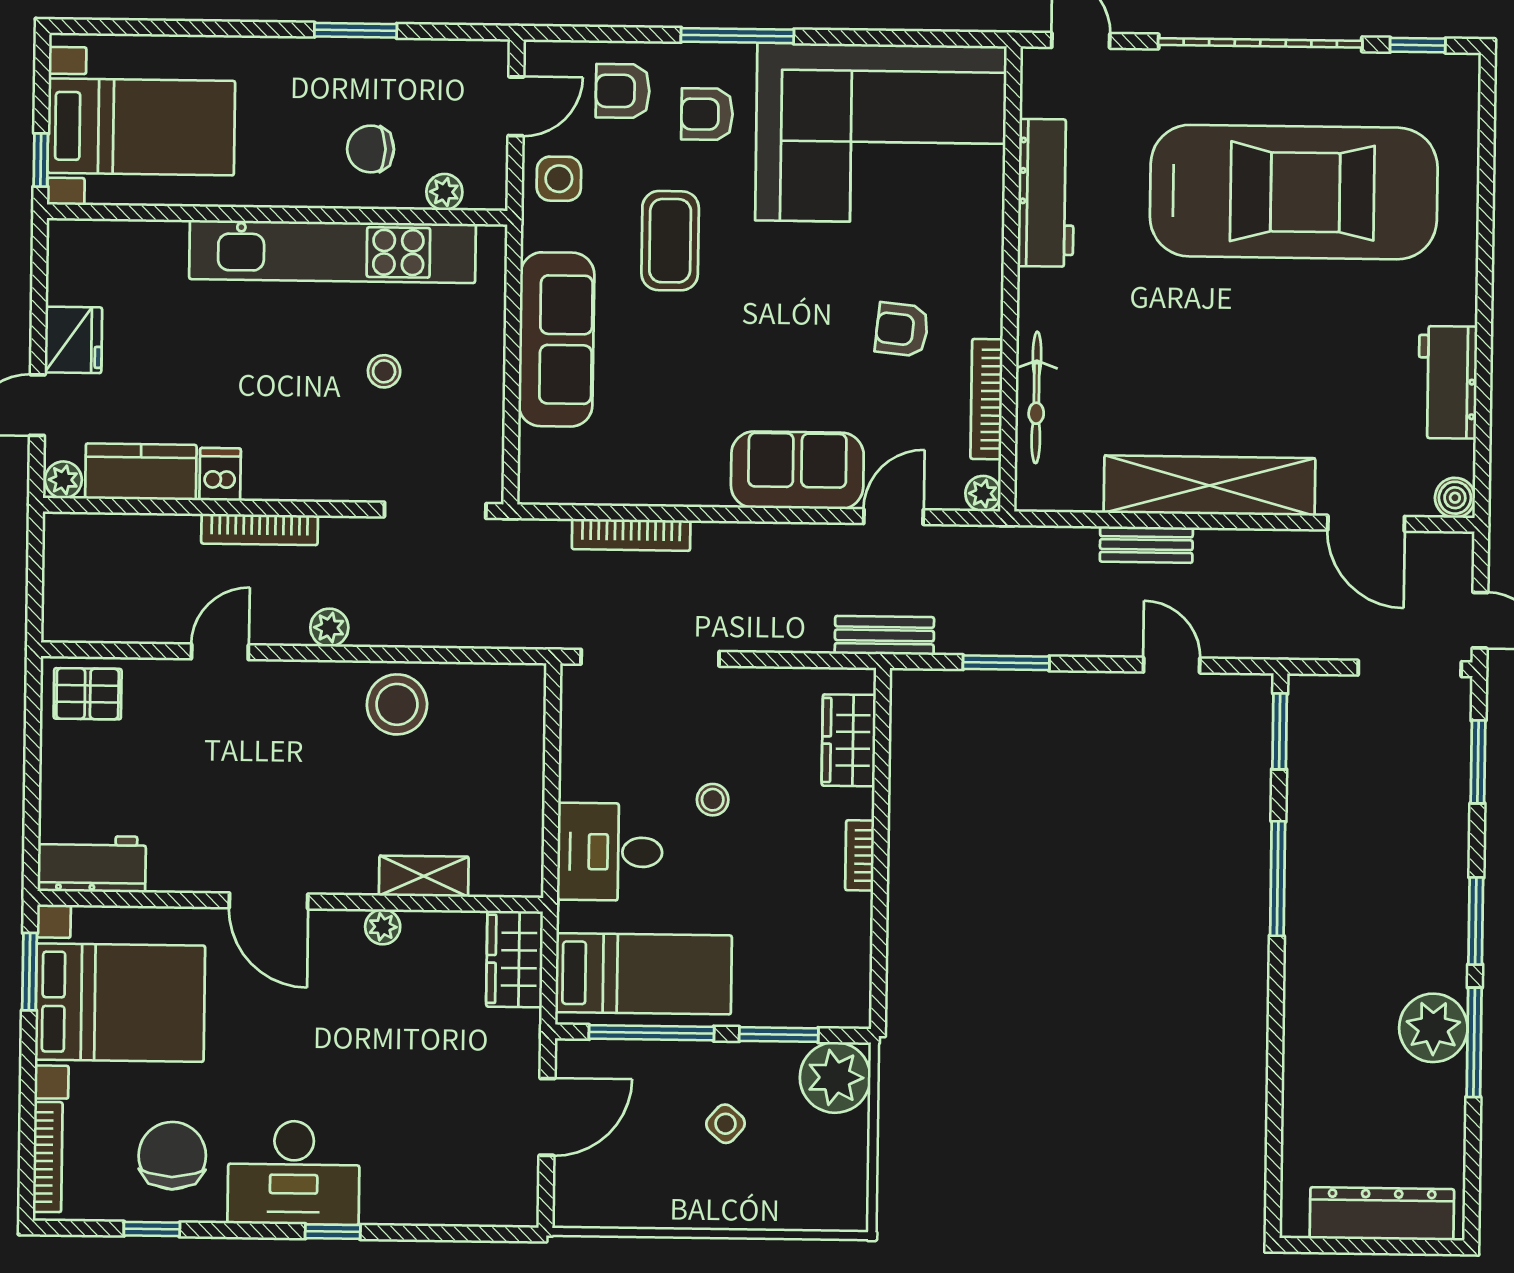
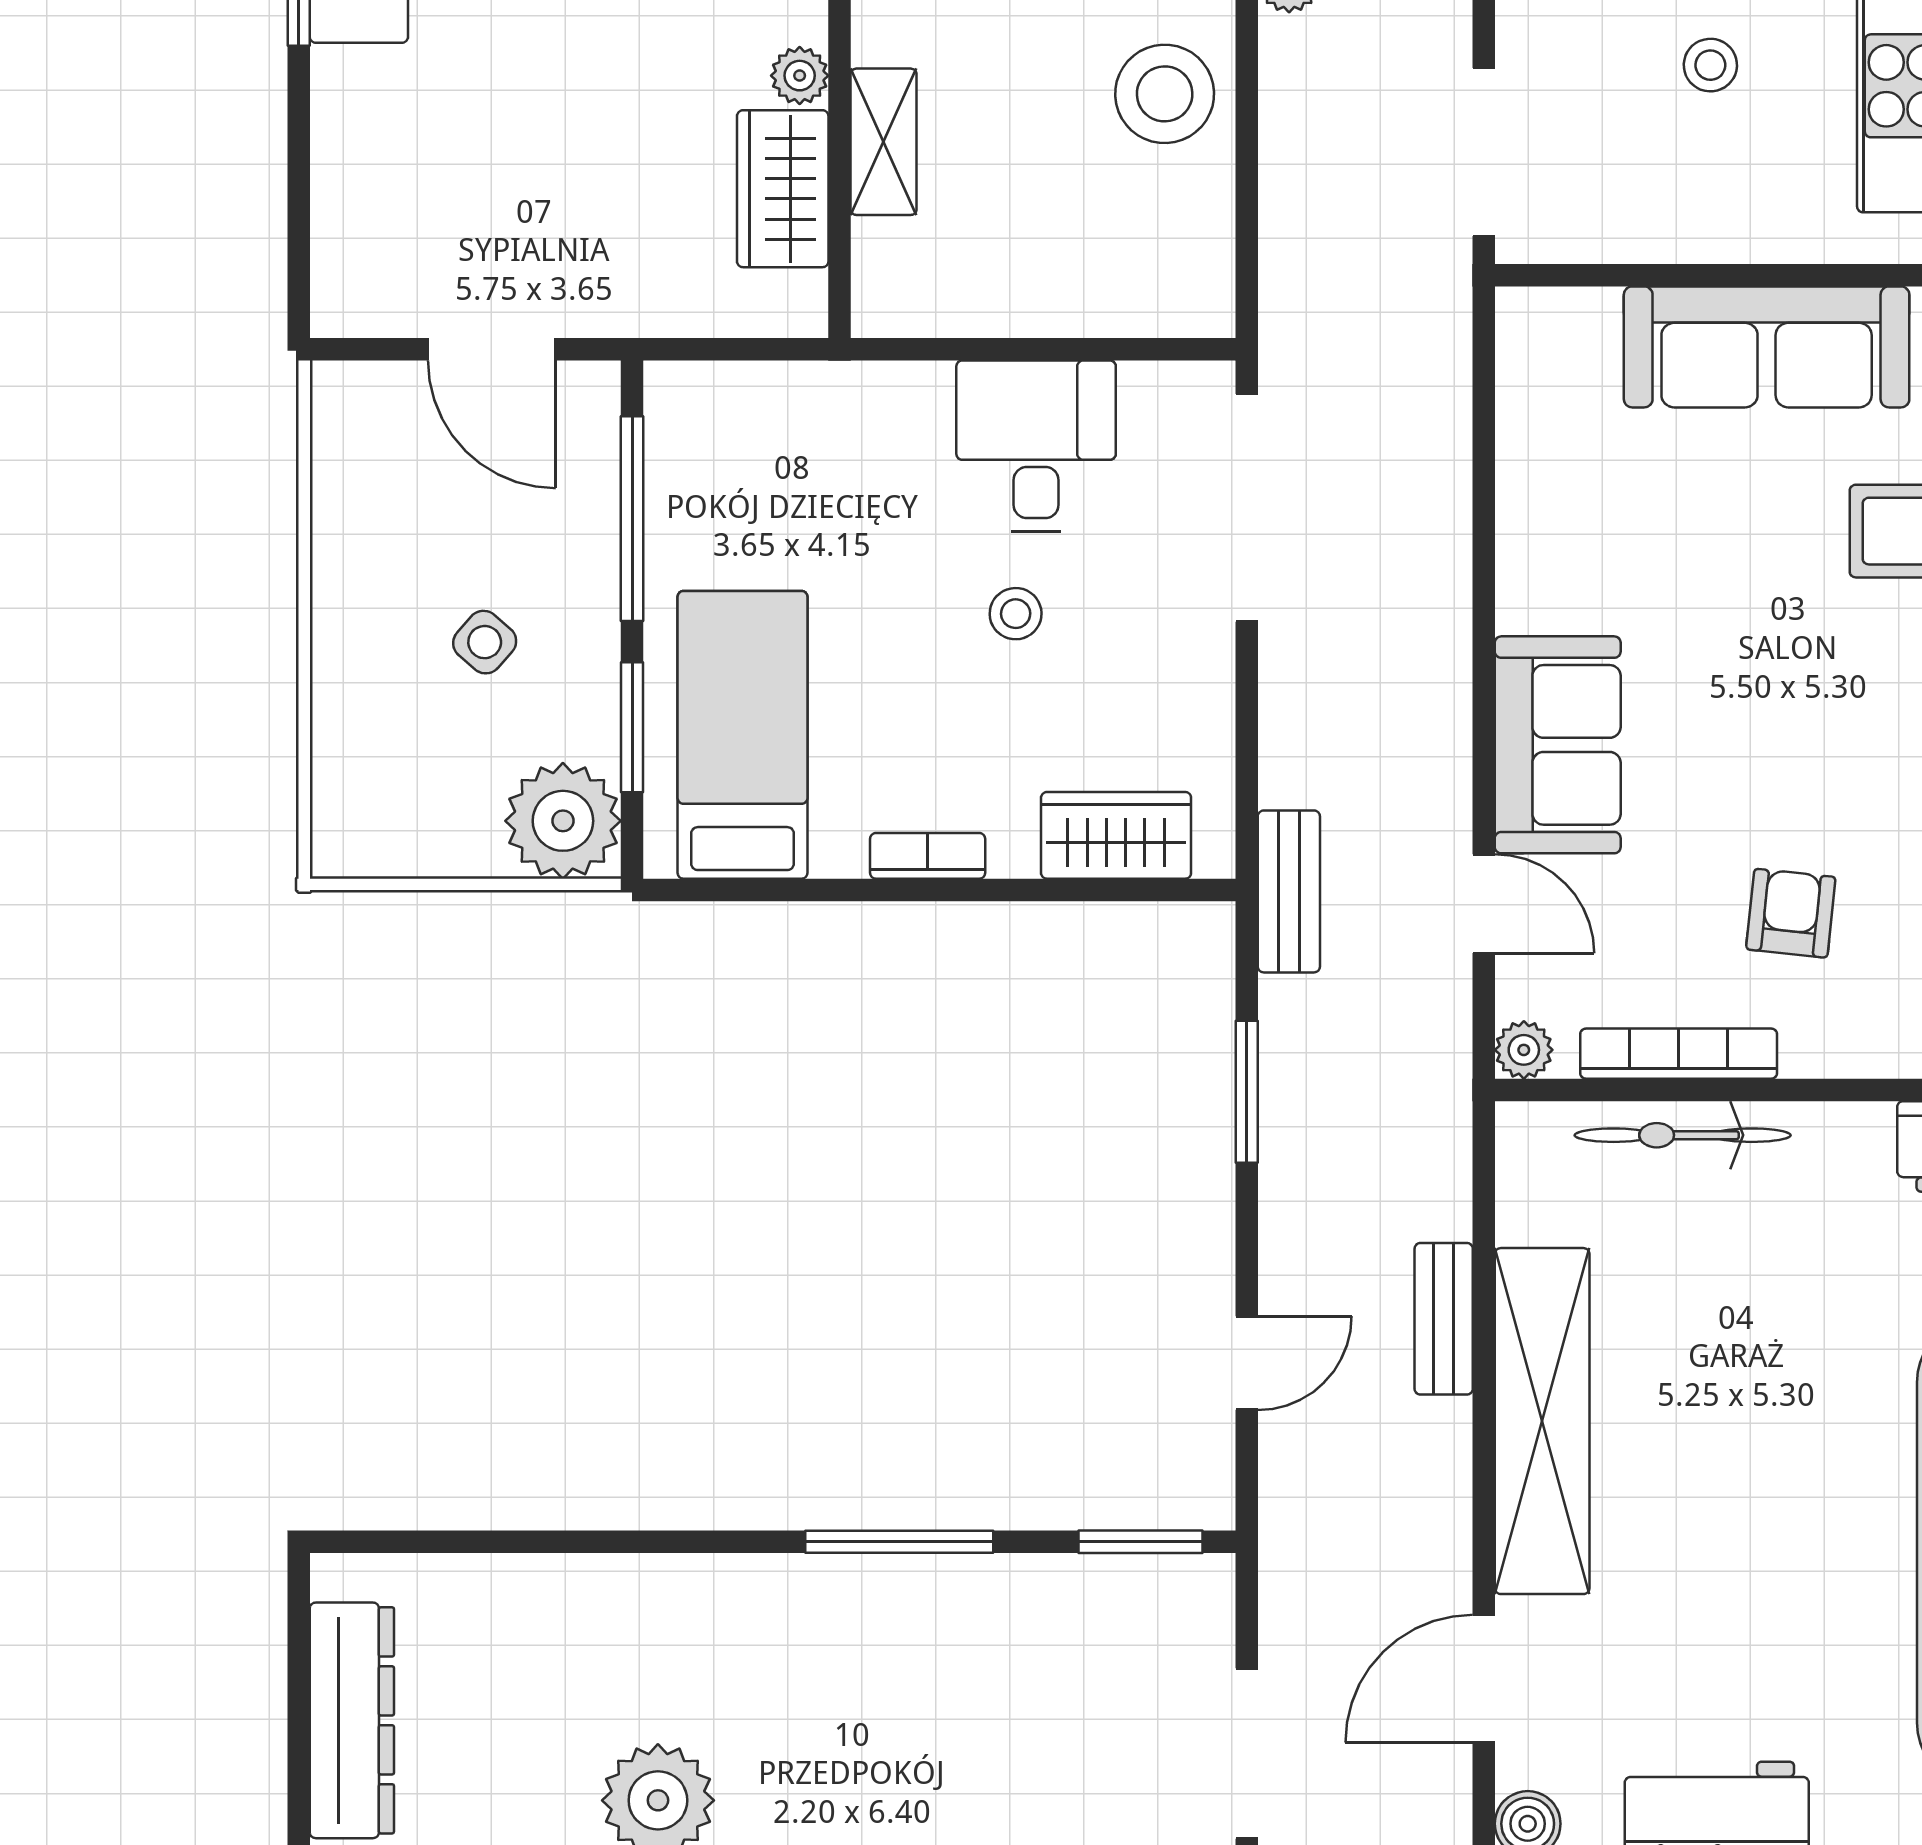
bookcase: (631, 535) -> (1448, 474), removed
desk: (610, 852) -> (1036, 446), moved
wardrobe: (515, 959) -> (783, 189), moved, turned -90
bed: (644, 974) -> (743, 735), moved, turned 180

